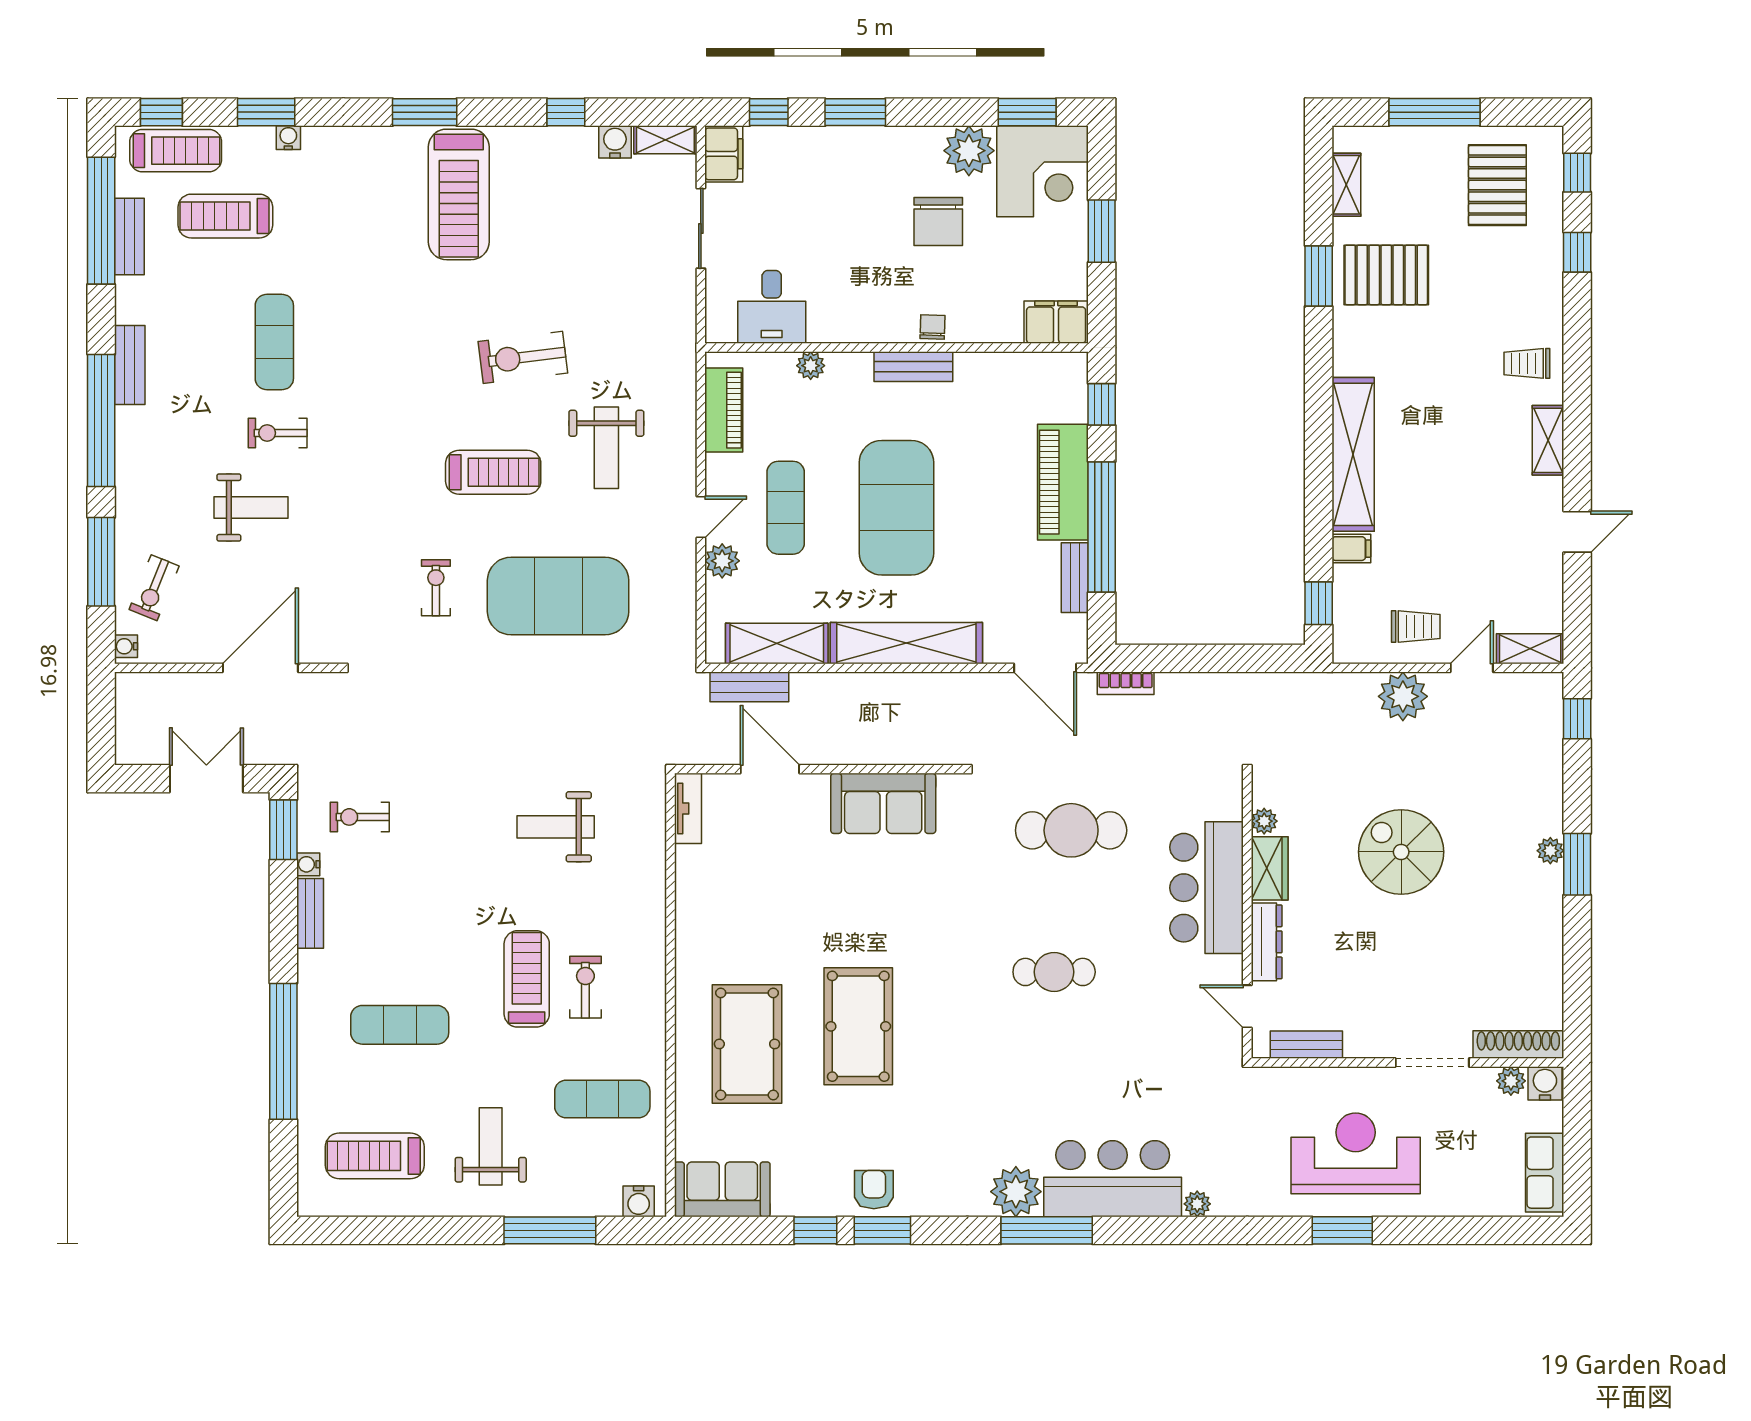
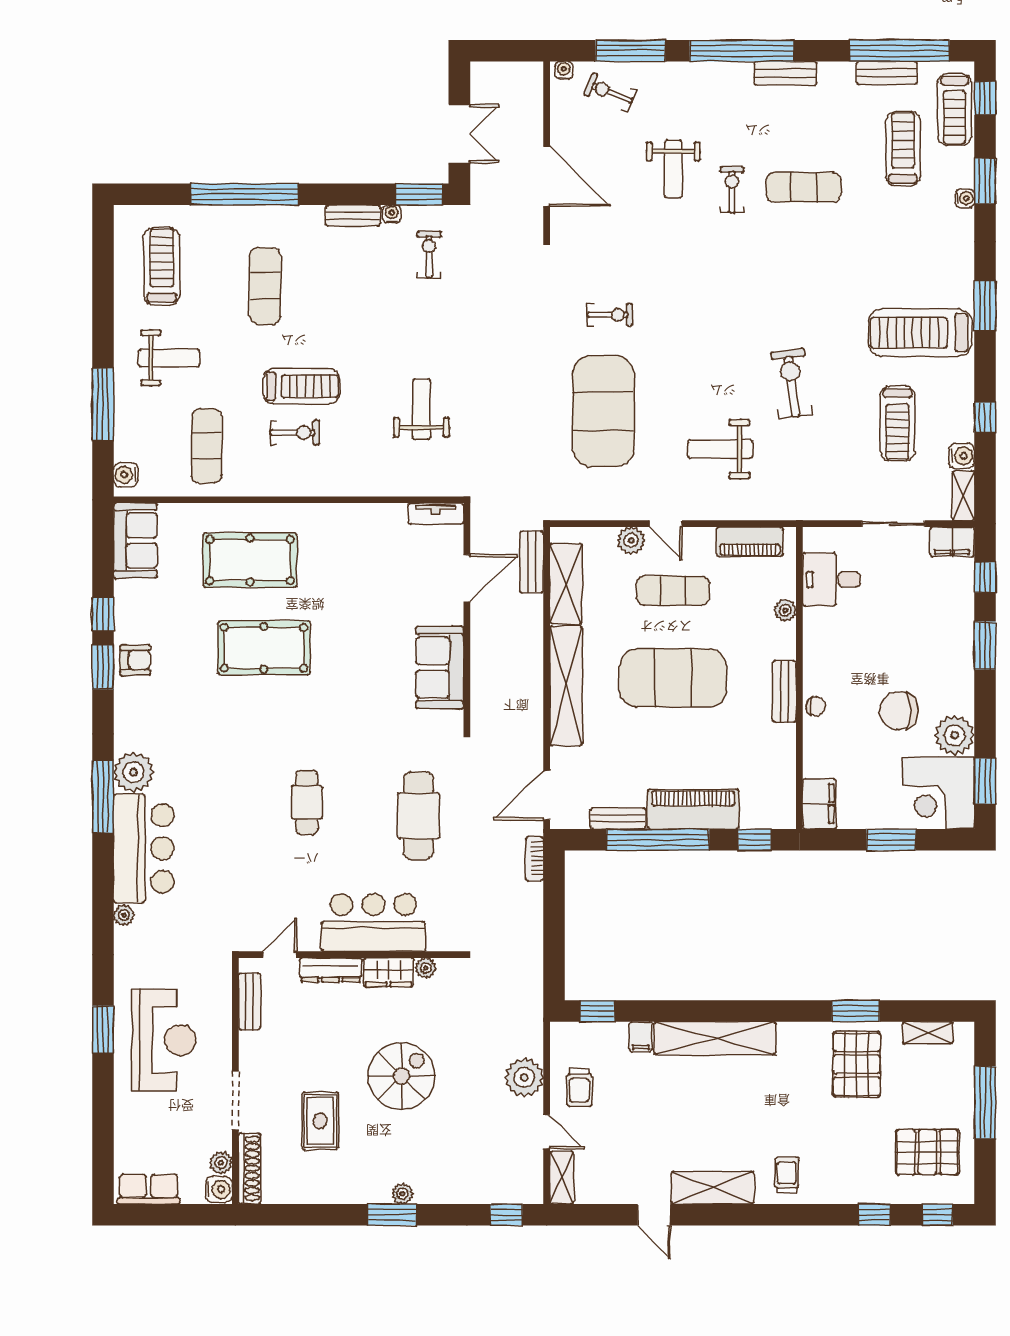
shelving: (1548, 440) -> (712, 1188), width x1.50, depth x1.33
treadmill: (493, 472) -> (897, 423), moved
rug: (1458, 955) -> (320, 1121), added

